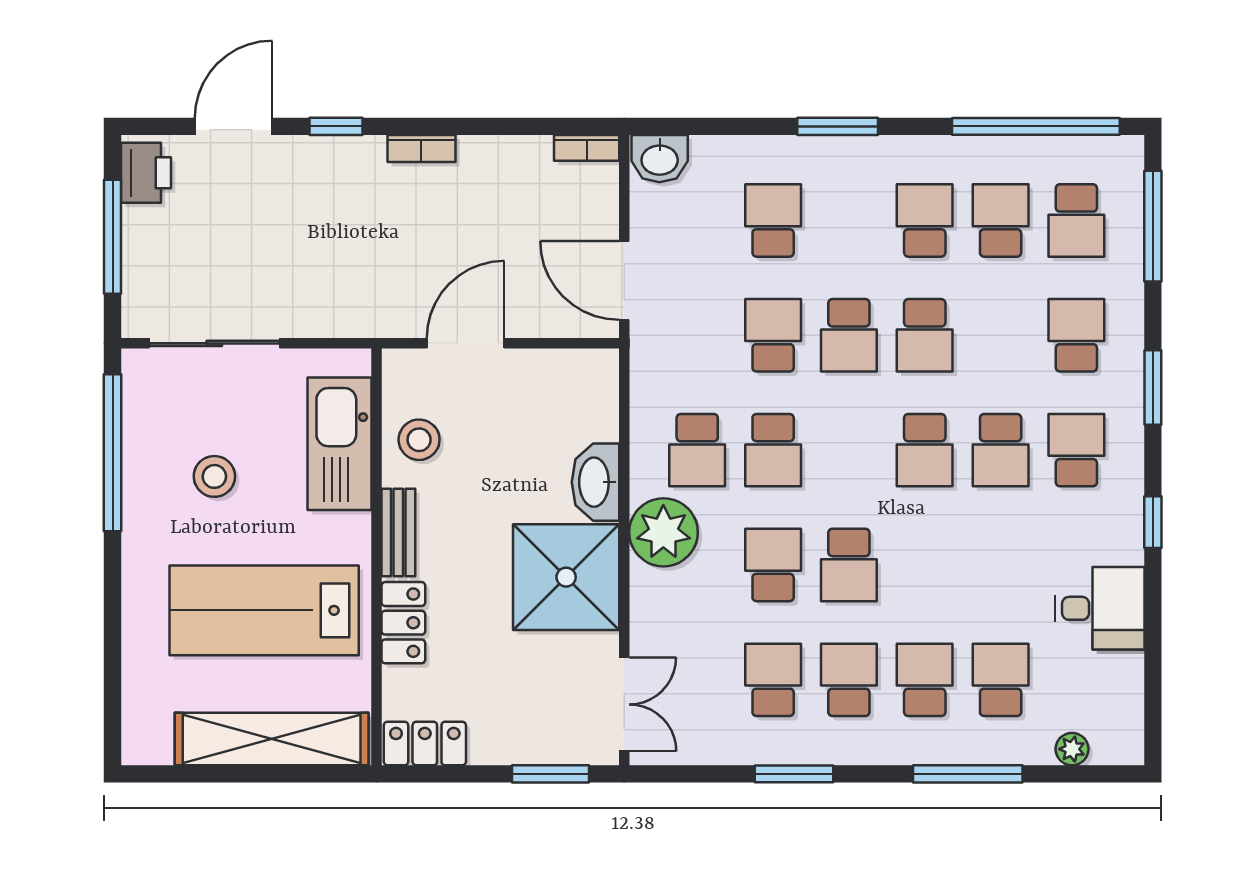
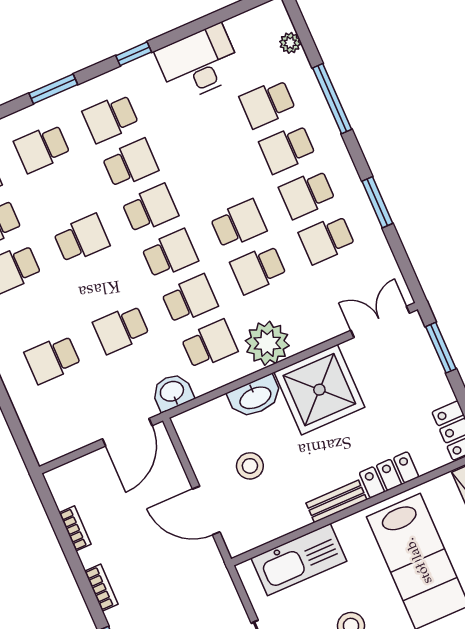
bookcase: (587, 148) -> (75, 528), moved
washbasin: (660, 159) -> (172, 392), moved, turned -90
school desk: (849, 335) -> (170, 254), moved
stool: (419, 440) -> (250, 466), moved
desk: (1100, 608) -> (199, 63), width x1.37

